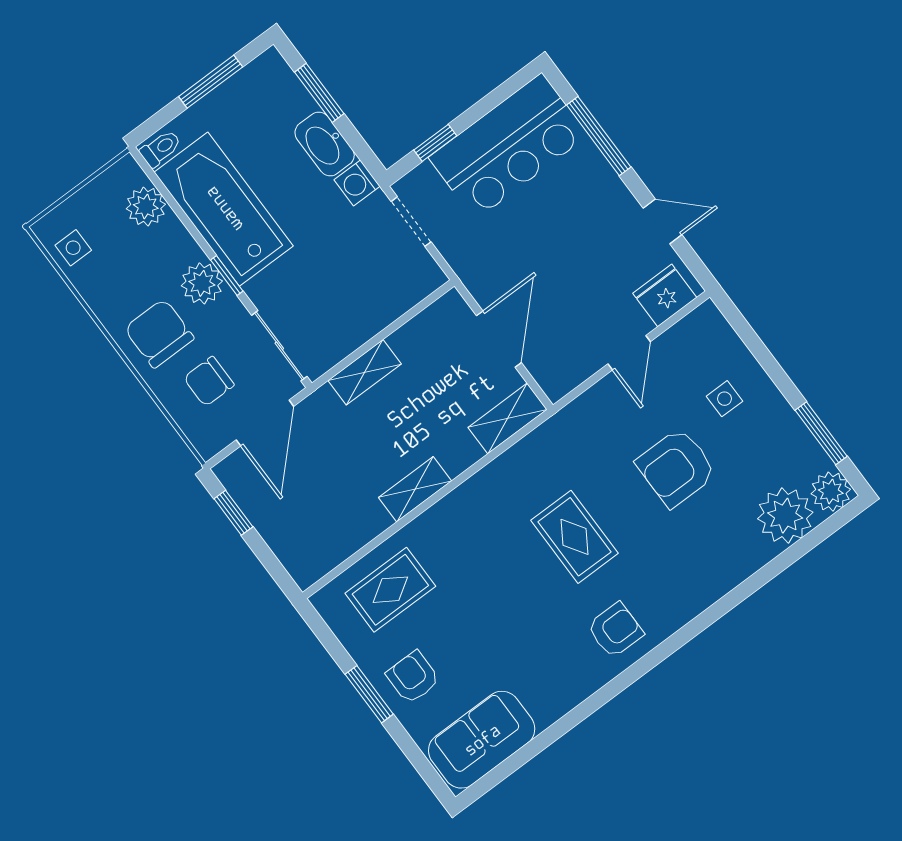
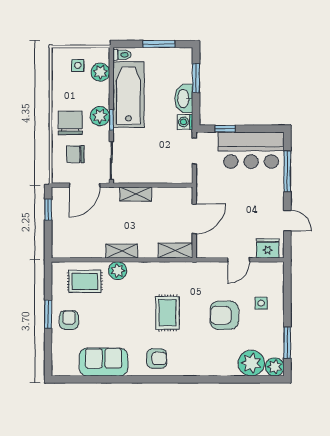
side table: (73, 248) -> (78, 65), moved
plant: (433, 528) -> (118, 271), added
sofa: (482, 740) -> (104, 362), moved

